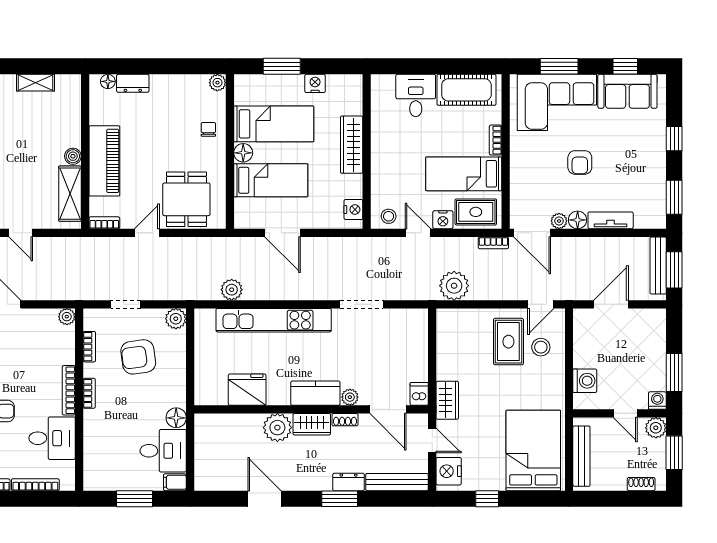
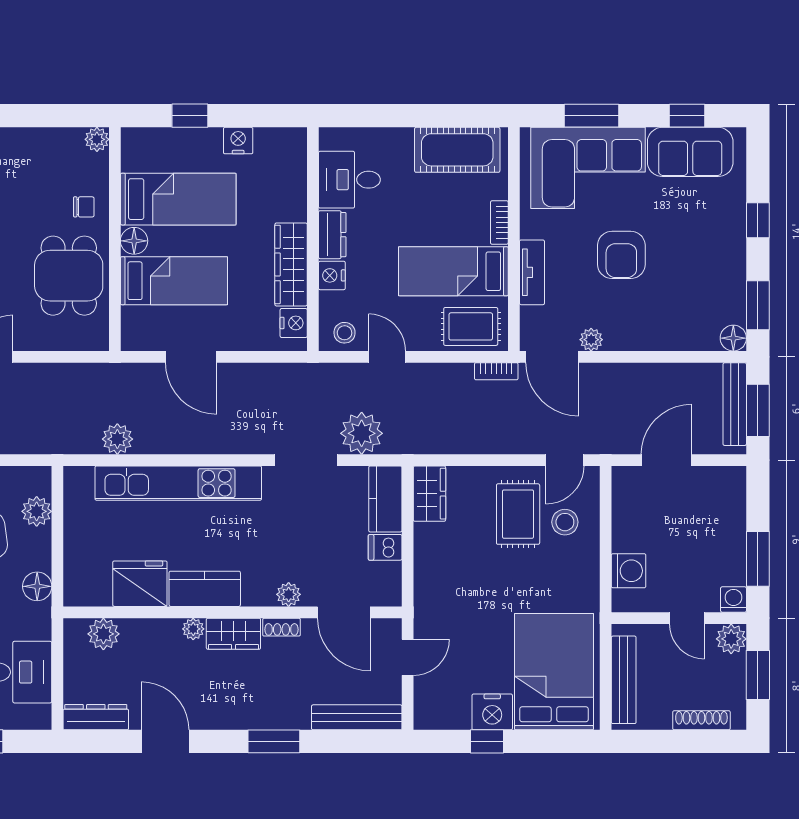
window: (282, 66) -> (190, 116), width x0.67
desk: (416, 96) -> (349, 180), moved, turned -90
chair: (208, 129) -> (84, 207), turned 90
wardrobe: (352, 145) -> (291, 264), moved
dresser: (380, 148) -> (332, 235), added
armchair: (580, 162) -> (621, 255), width x1.38, depth x1.38
dining table: (186, 199) -> (69, 276), moved
nightstand: (443, 220) -> (332, 275), moved, turned 90
floor lamp: (578, 220) -> (733, 338), moved
tv unit: (611, 220) -> (532, 272), moved, turned 90
plant: (454, 286) -> (362, 433), moved
plant: (176, 319) -> (37, 511), moved
kitchen counter: (417, 331) -> (385, 499), added
kitchen counter: (315, 393) -> (205, 589), moved
dishwasher: (419, 394) -> (385, 547), moved, turned -90
wardrobe: (447, 400) -> (429, 494), moved
floor lamp: (176, 418) -> (37, 586), moved
plant: (222, 424) -> (103, 634), added
plant: (277, 428) -> (193, 629), width x0.53, depth x0.53
door: (432, 441) -> (408, 657), hinge flipped
nightstand: (449, 471) -> (492, 712), moved, turned -90
filing cabinet: (175, 482) -> (35, 718), removed
dresser: (349, 482) -> (96, 717), moved, width x1.44
shoe rack: (641, 484) -> (701, 720), width x1.43

